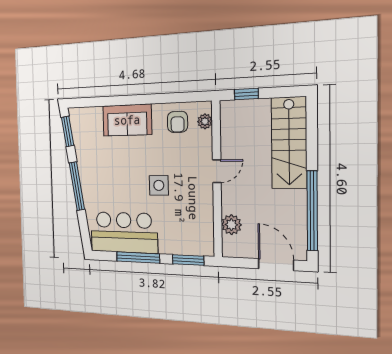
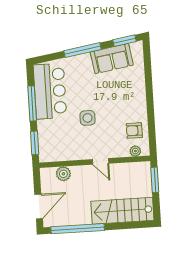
window: (246, 94) -> (155, 180), width x1.50
sofa: (127, 120) -> (112, 59), moved, turned -99

